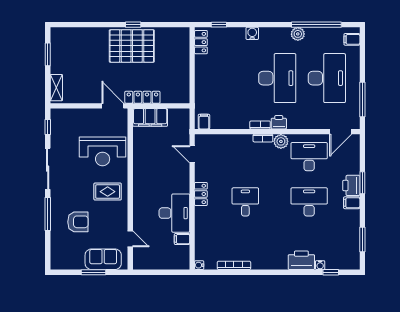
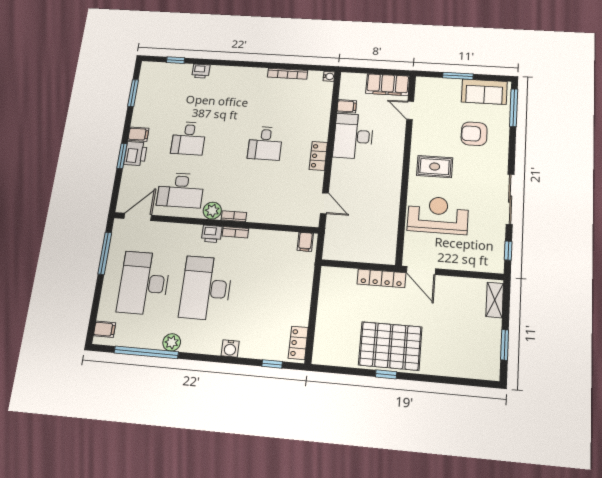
filing cabinet: (150, 117) -> (388, 85), moved, turned 180
desk: (309, 202) -> (189, 138), width x0.73
window: (48, 214) -> (514, 108), moved
sofa: (103, 259) -> (484, 92), moved
printer: (301, 260) -> (201, 71), width x0.53, depth x0.68
water cooler: (320, 265) -> (187, 68), removed

